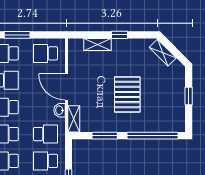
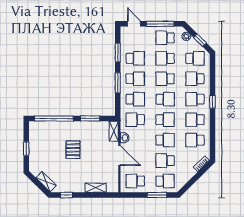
window: (119, 35) -> (67, 195), moved
school desk: (46, 53) -> (135, 181), turned 180
pallet: (127, 94) -> (73, 150), width x0.67, depth x0.71

